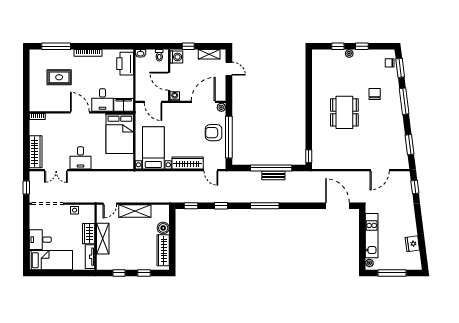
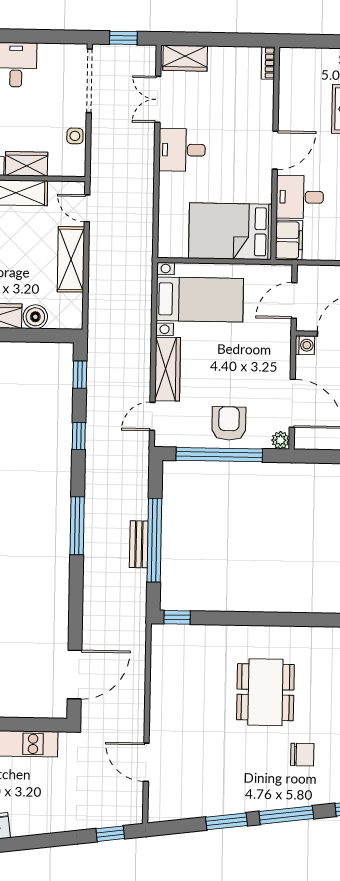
dining table: (344, 112) -> (265, 692), turned 90
window: (410, 145) -> (226, 821), moved
wardrobe: (36, 152) -> (185, 58), width x0.67

